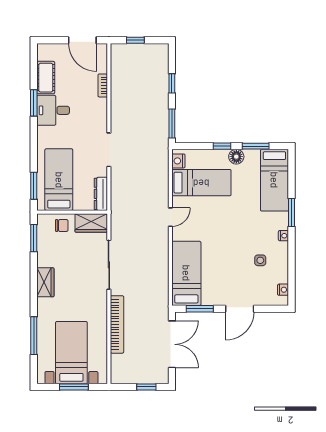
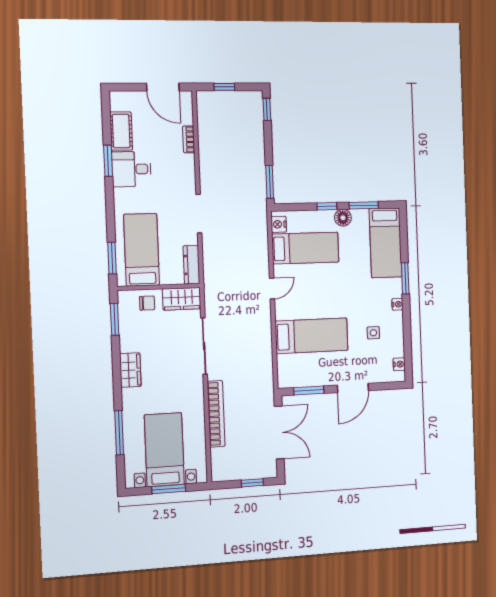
window: (172, 83) -> (267, 109), moved
bed: (186, 273) -> (312, 336), moved, turned 90

